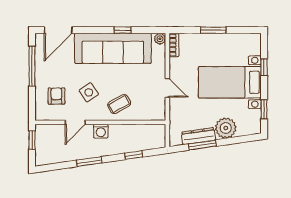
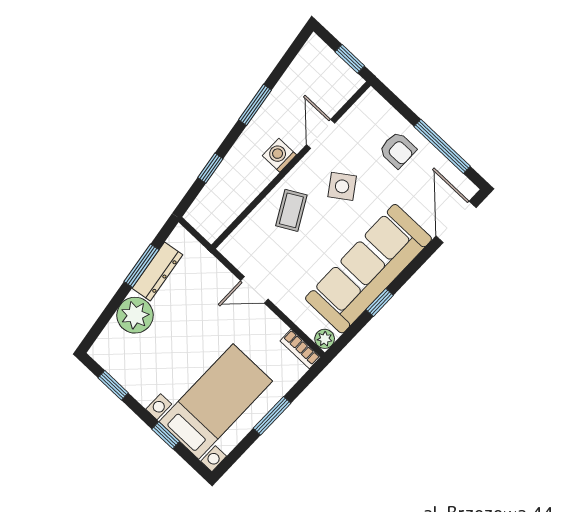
bed with nightstands: (230, 82) -> (216, 401), moved
armchair: (56, 96) -> (398, 150), moved

